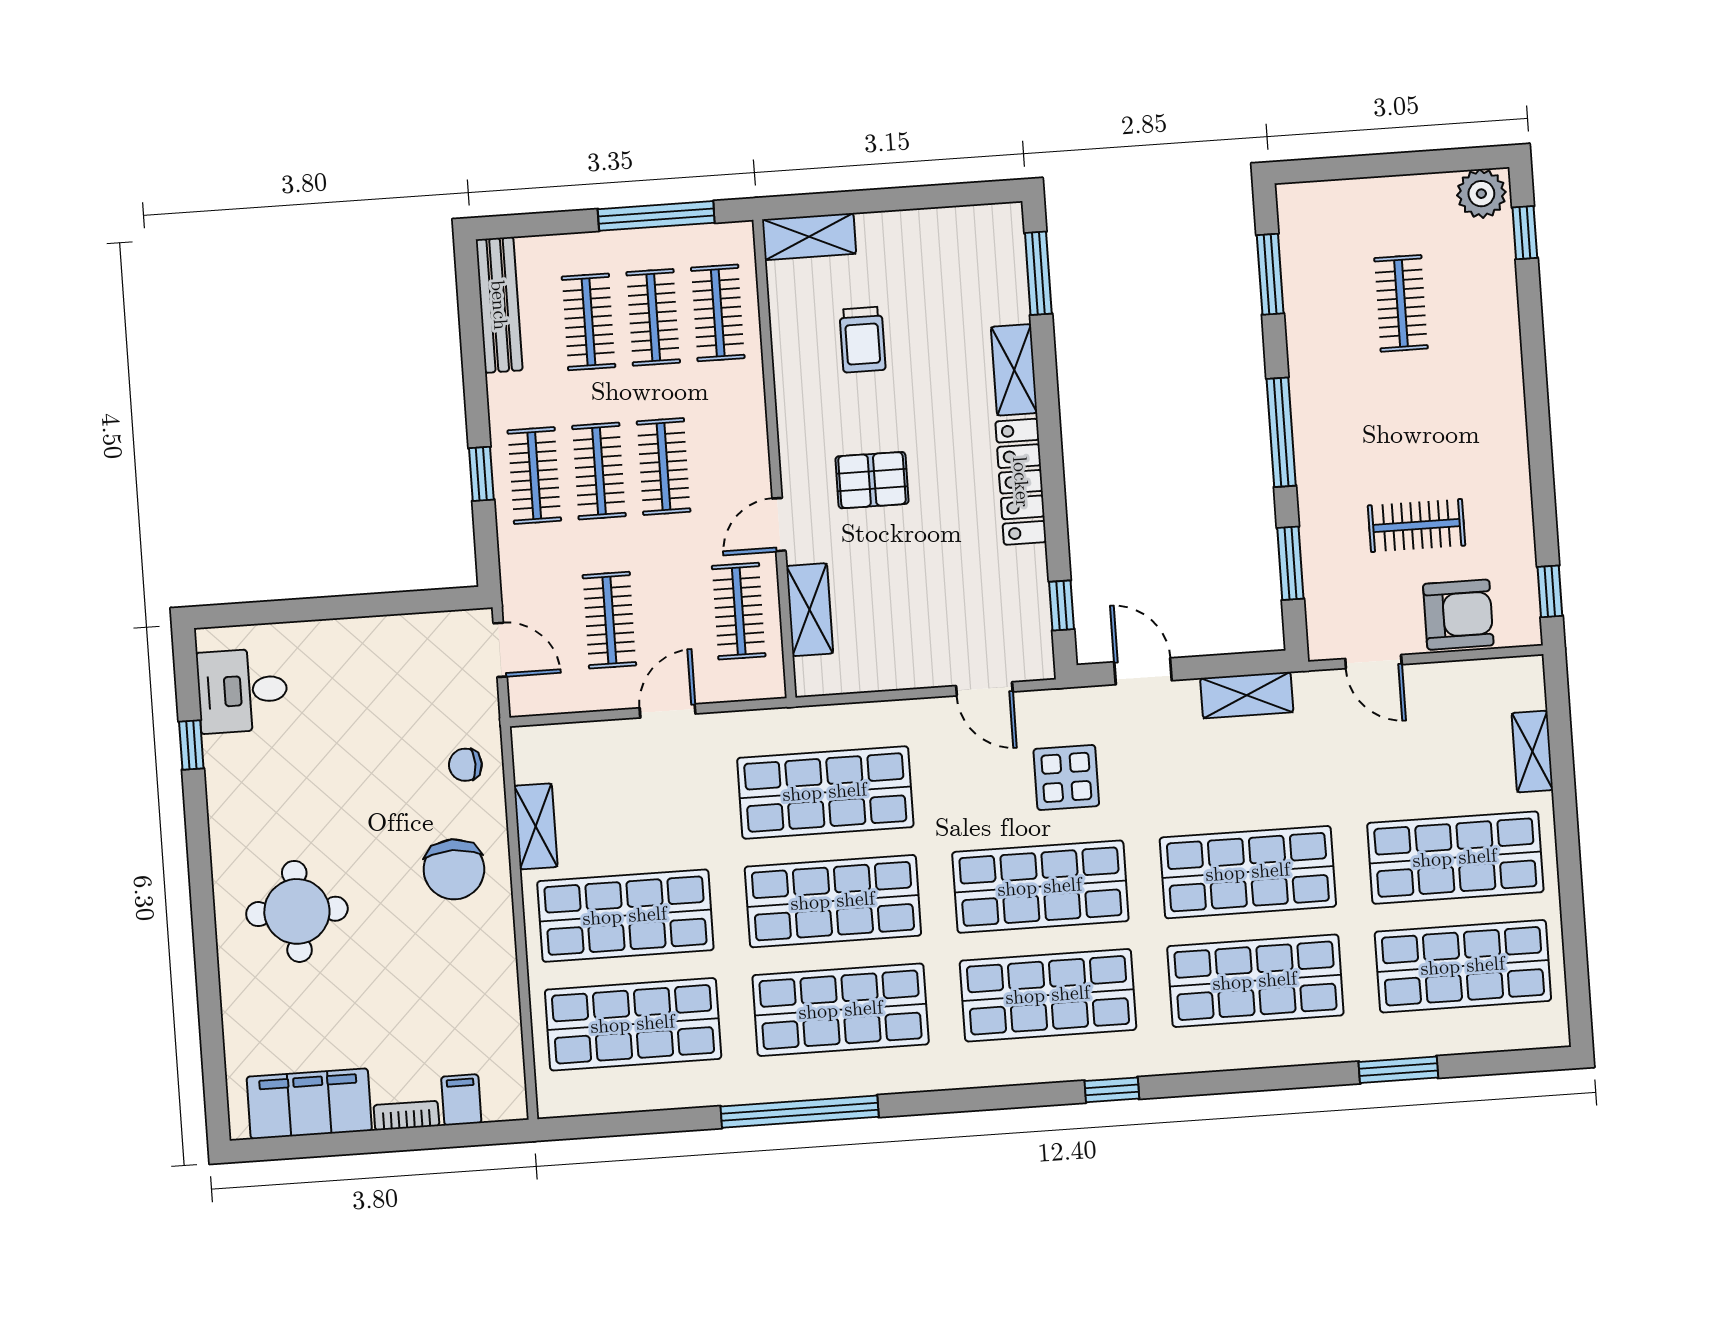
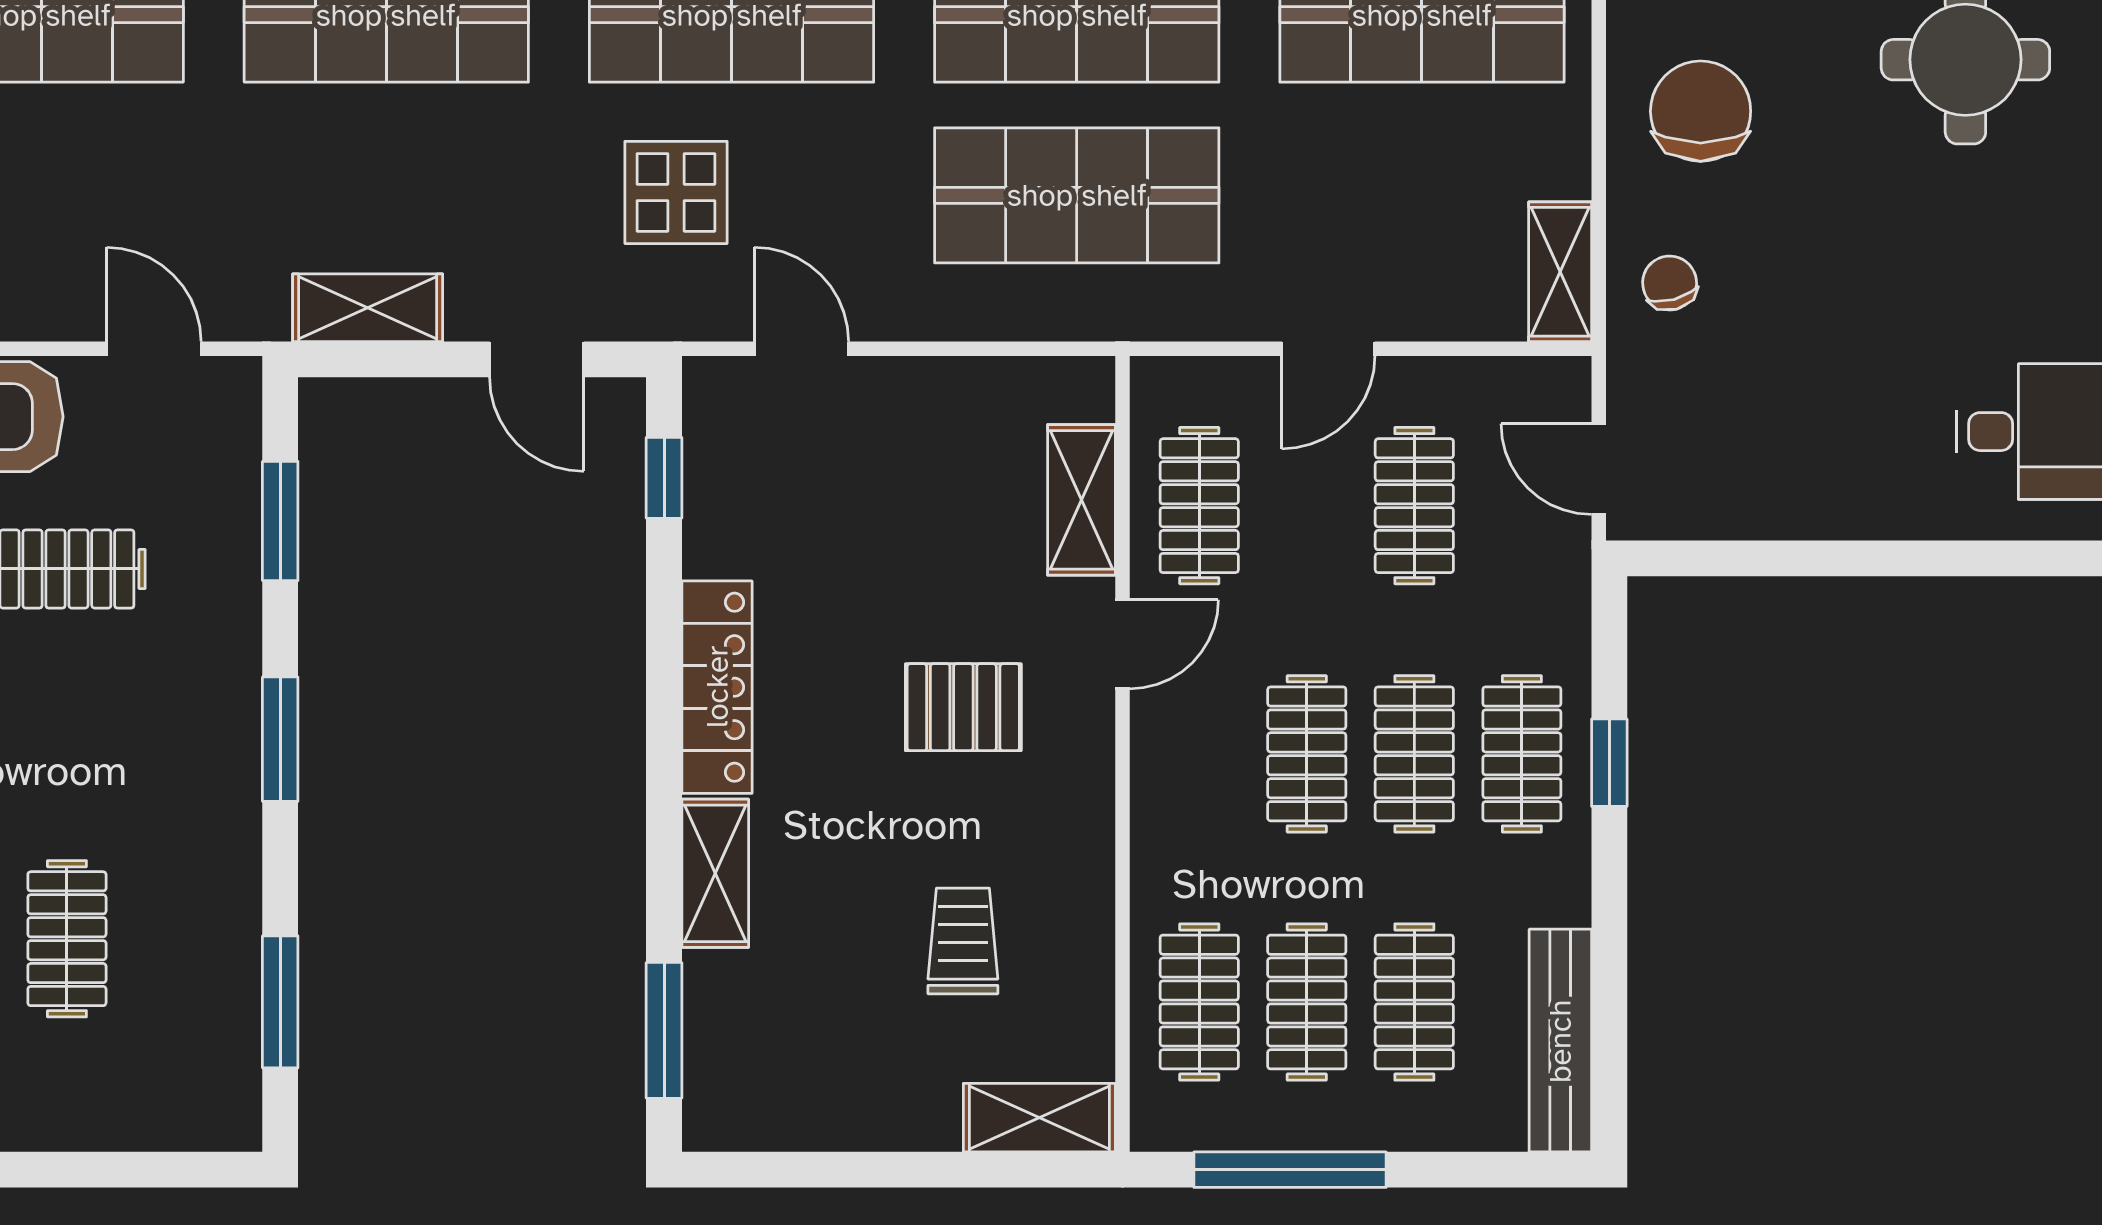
window: (1281, 432) -> (280, 739), width x0.69
chair: (465, 765) -> (1670, 283), turned -105
shelving: (536, 826) -> (1560, 272), moved

